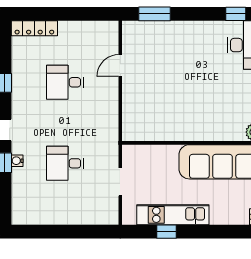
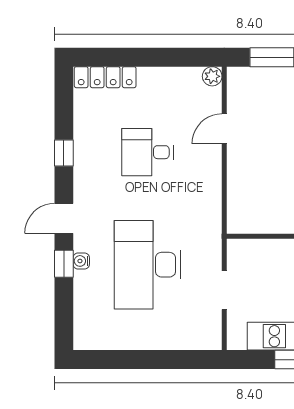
plant: (112, 28) -> (212, 76), added
desk: (65, 163) -> (148, 265), width x1.87, depth x1.30

